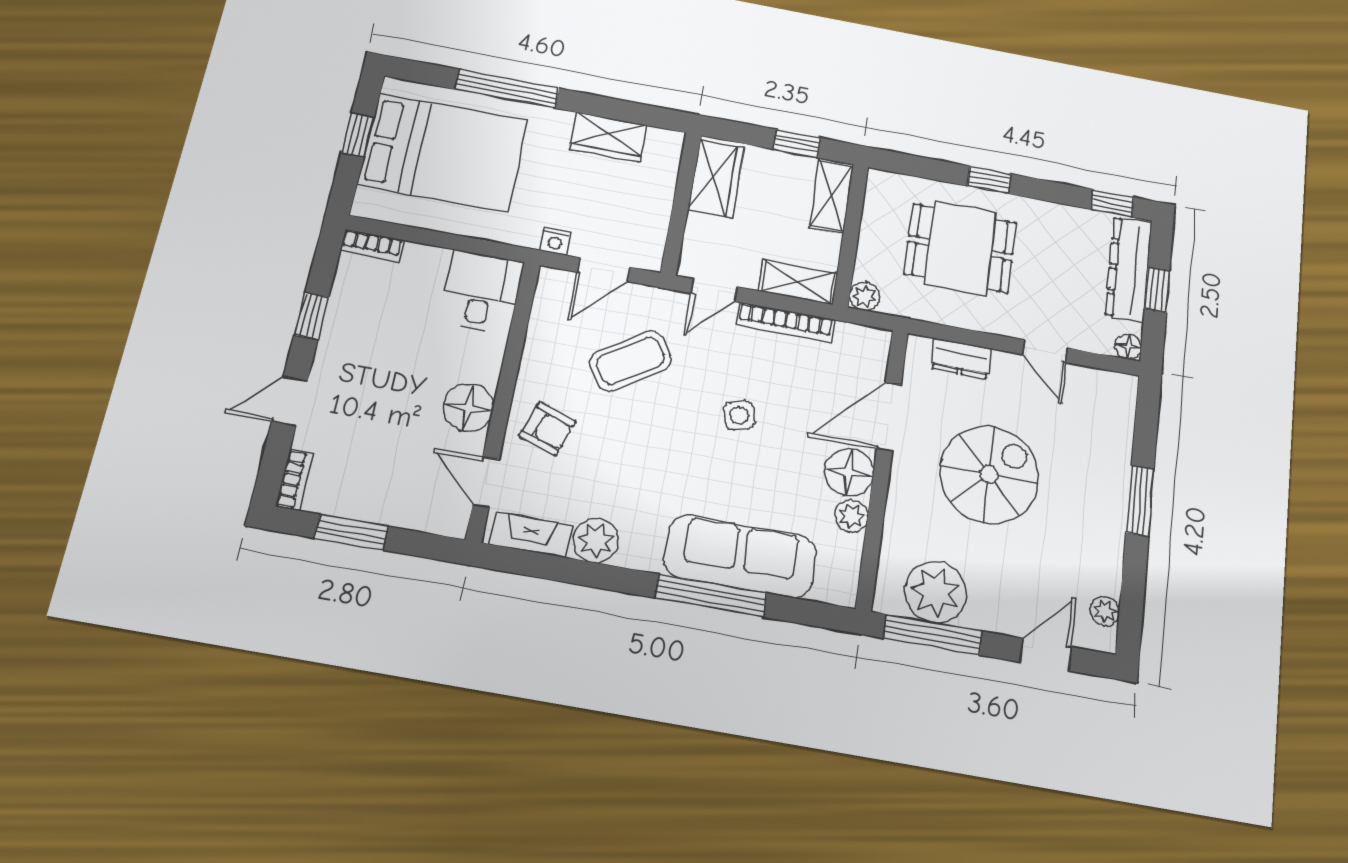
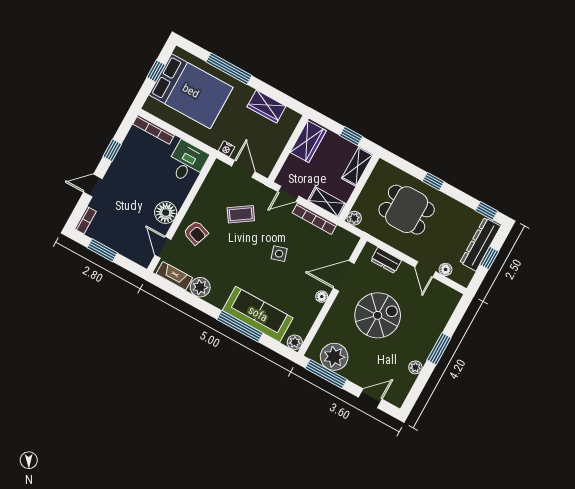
bookcase: (372, 245) -> (154, 130), width x1.56
door: (604, 270) -> (243, 169), swing flipped
floor lamp: (1128, 347) -> (446, 269), moved
coffee table: (630, 361) -> (241, 214), width x0.73, depth x0.77
floor lamp: (849, 472) -> (322, 297), width x0.53, depth x0.53
plant: (851, 516) -> (295, 342), moved
plant: (1105, 611) -> (415, 367), moved

